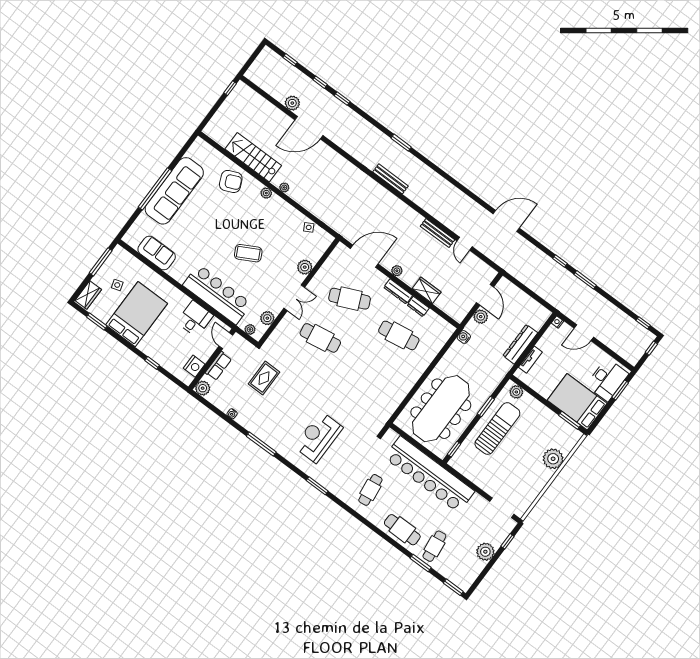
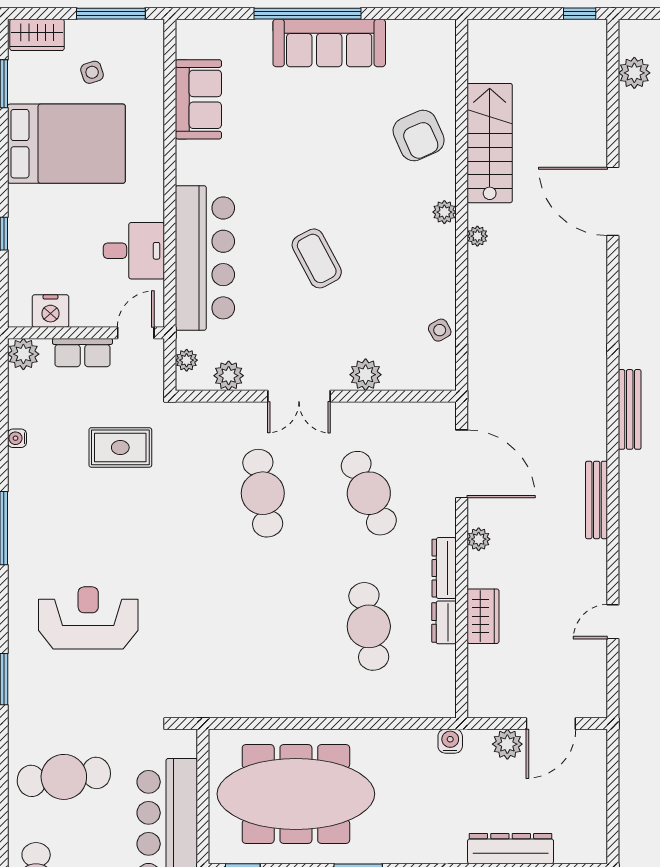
plant: (292, 103) -> (634, 73), moved
sofa: (174, 191) -> (329, 43), width x0.74, depth x0.79
bench: (437, 233) -> (597, 500), moved
cafe table: (370, 490) -> (64, 777), width x1.37, depth x1.35

